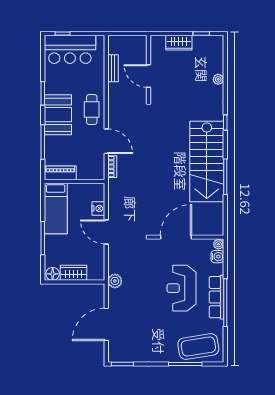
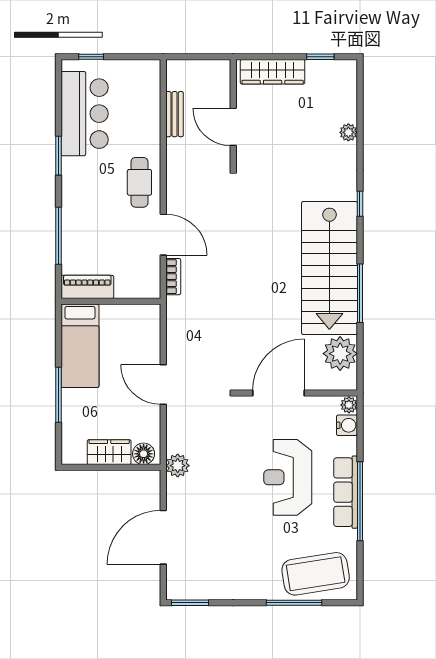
wardrobe: (179, 43) -> (273, 72), width x1.50
bar counter: (70, 49) -> (85, 114), moved, turned -90
booth: (58, 115) -> (83, 191), removed
nightstand: (98, 208) -> (150, 346), removed
plant: (213, 213) -> (340, 354), added
floor lamp: (53, 274) -> (144, 454), moved

